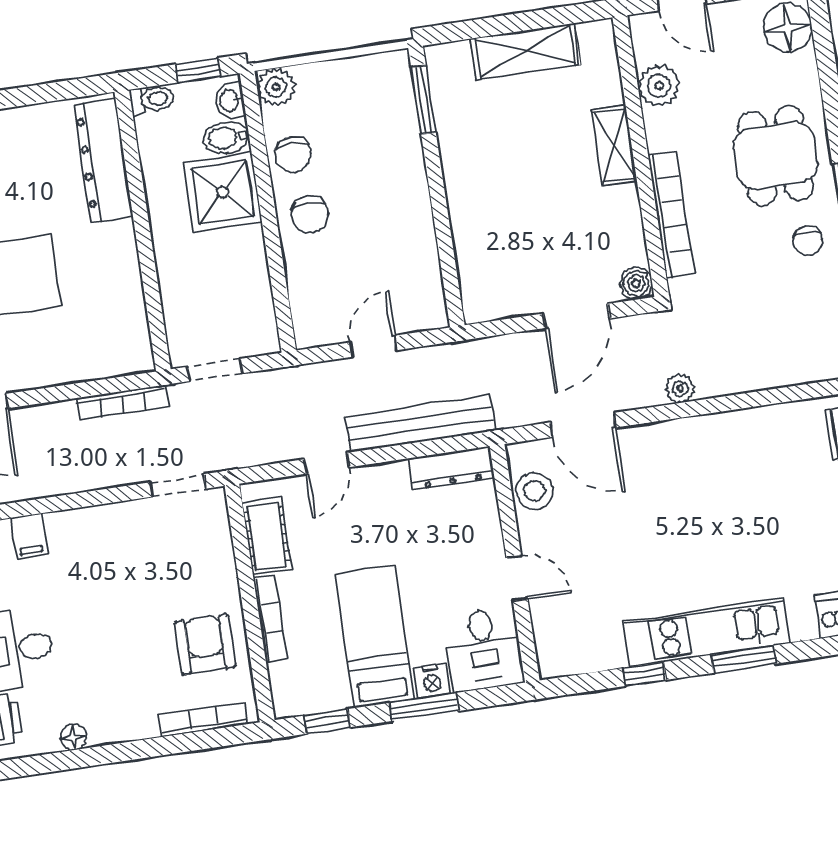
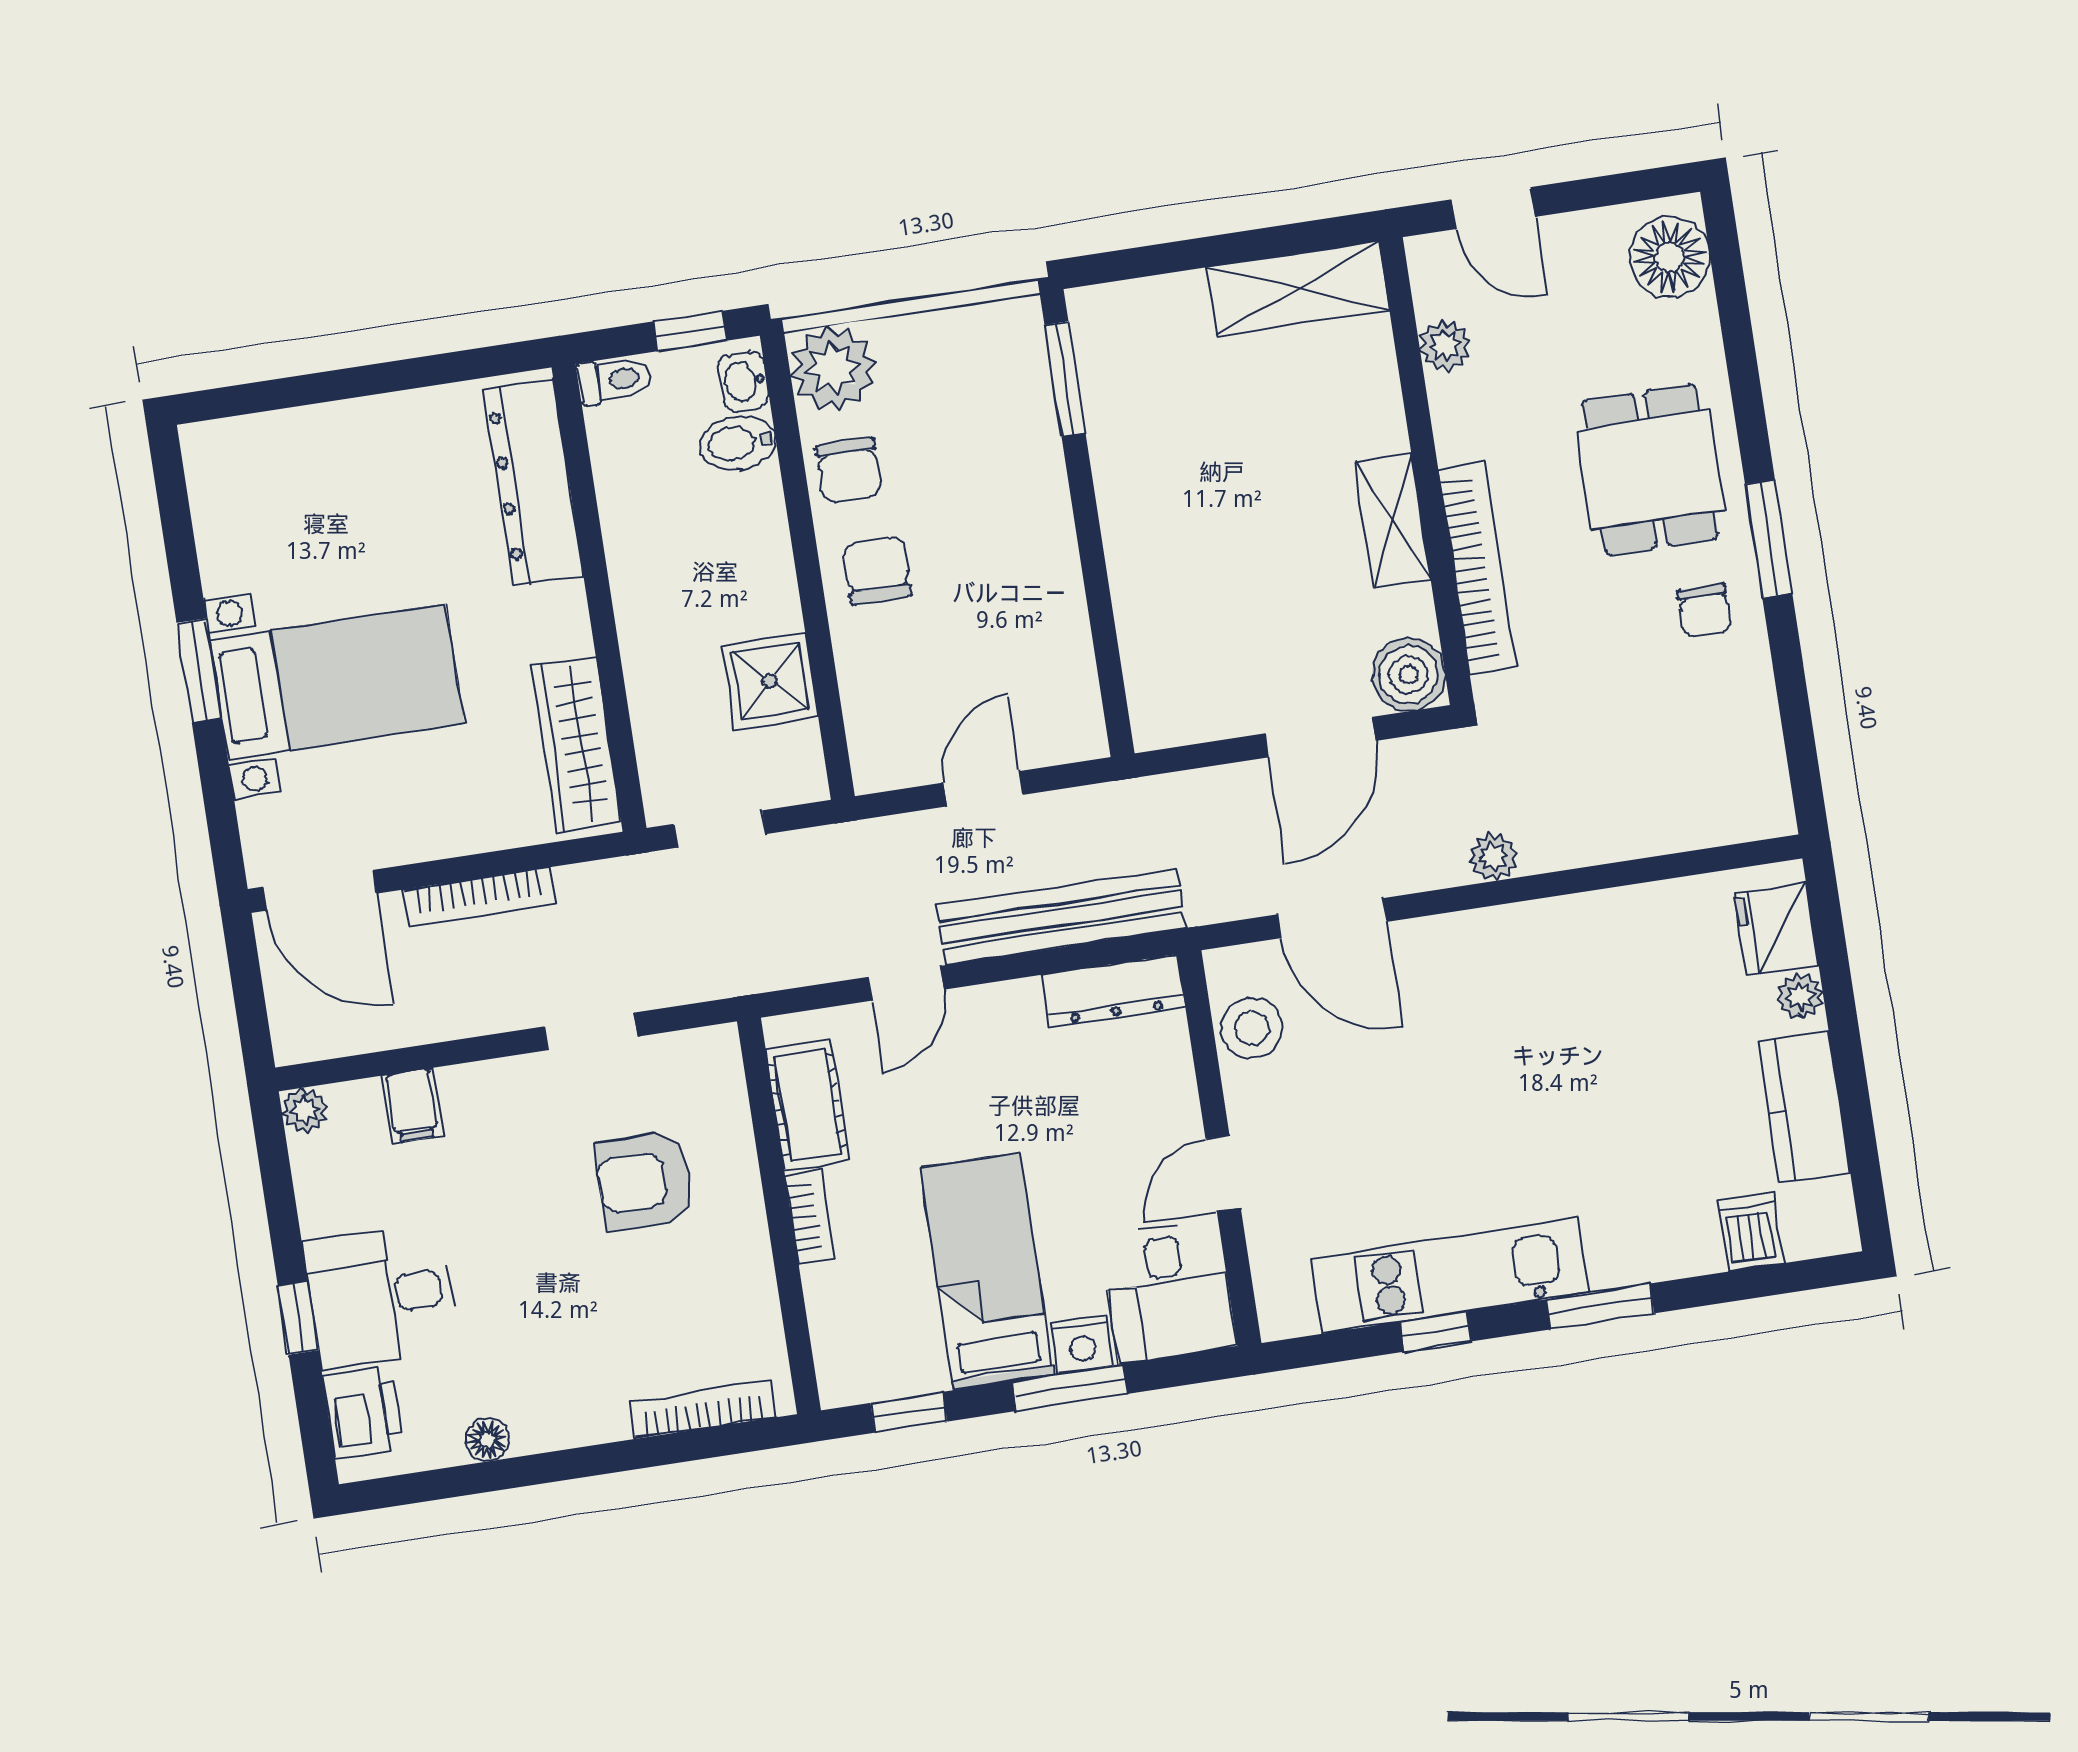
shelving: (525, 52) -> (1298, 289), moved
plant: (659, 85) -> (1445, 346), width x0.73, depth x0.73
plant: (276, 87) -> (833, 368), width x1.36, depth x1.36
shelving: (614, 145) -> (1393, 521), moved
shower: (223, 192) -> (770, 681), moved, width x0.73, depth x0.73
chair: (310, 215) -> (877, 570), turned 180
boiler: (636, 283) -> (1409, 675), width x1.36, depth x1.36
wardrobe: (129, 318) -> (576, 744), added
bookcase: (123, 403) -> (479, 897), moved
doorway: (178, 485) -> (591, 1031), moved
door: (517, 578) -> (1223, 1173), swing flipped
bookcase: (270, 619) -> (810, 1217), width x0.64
kitchen unit: (707, 632) -> (1450, 1276), moved
armchair: (205, 644) -> (645, 1181), moved, turned -90

